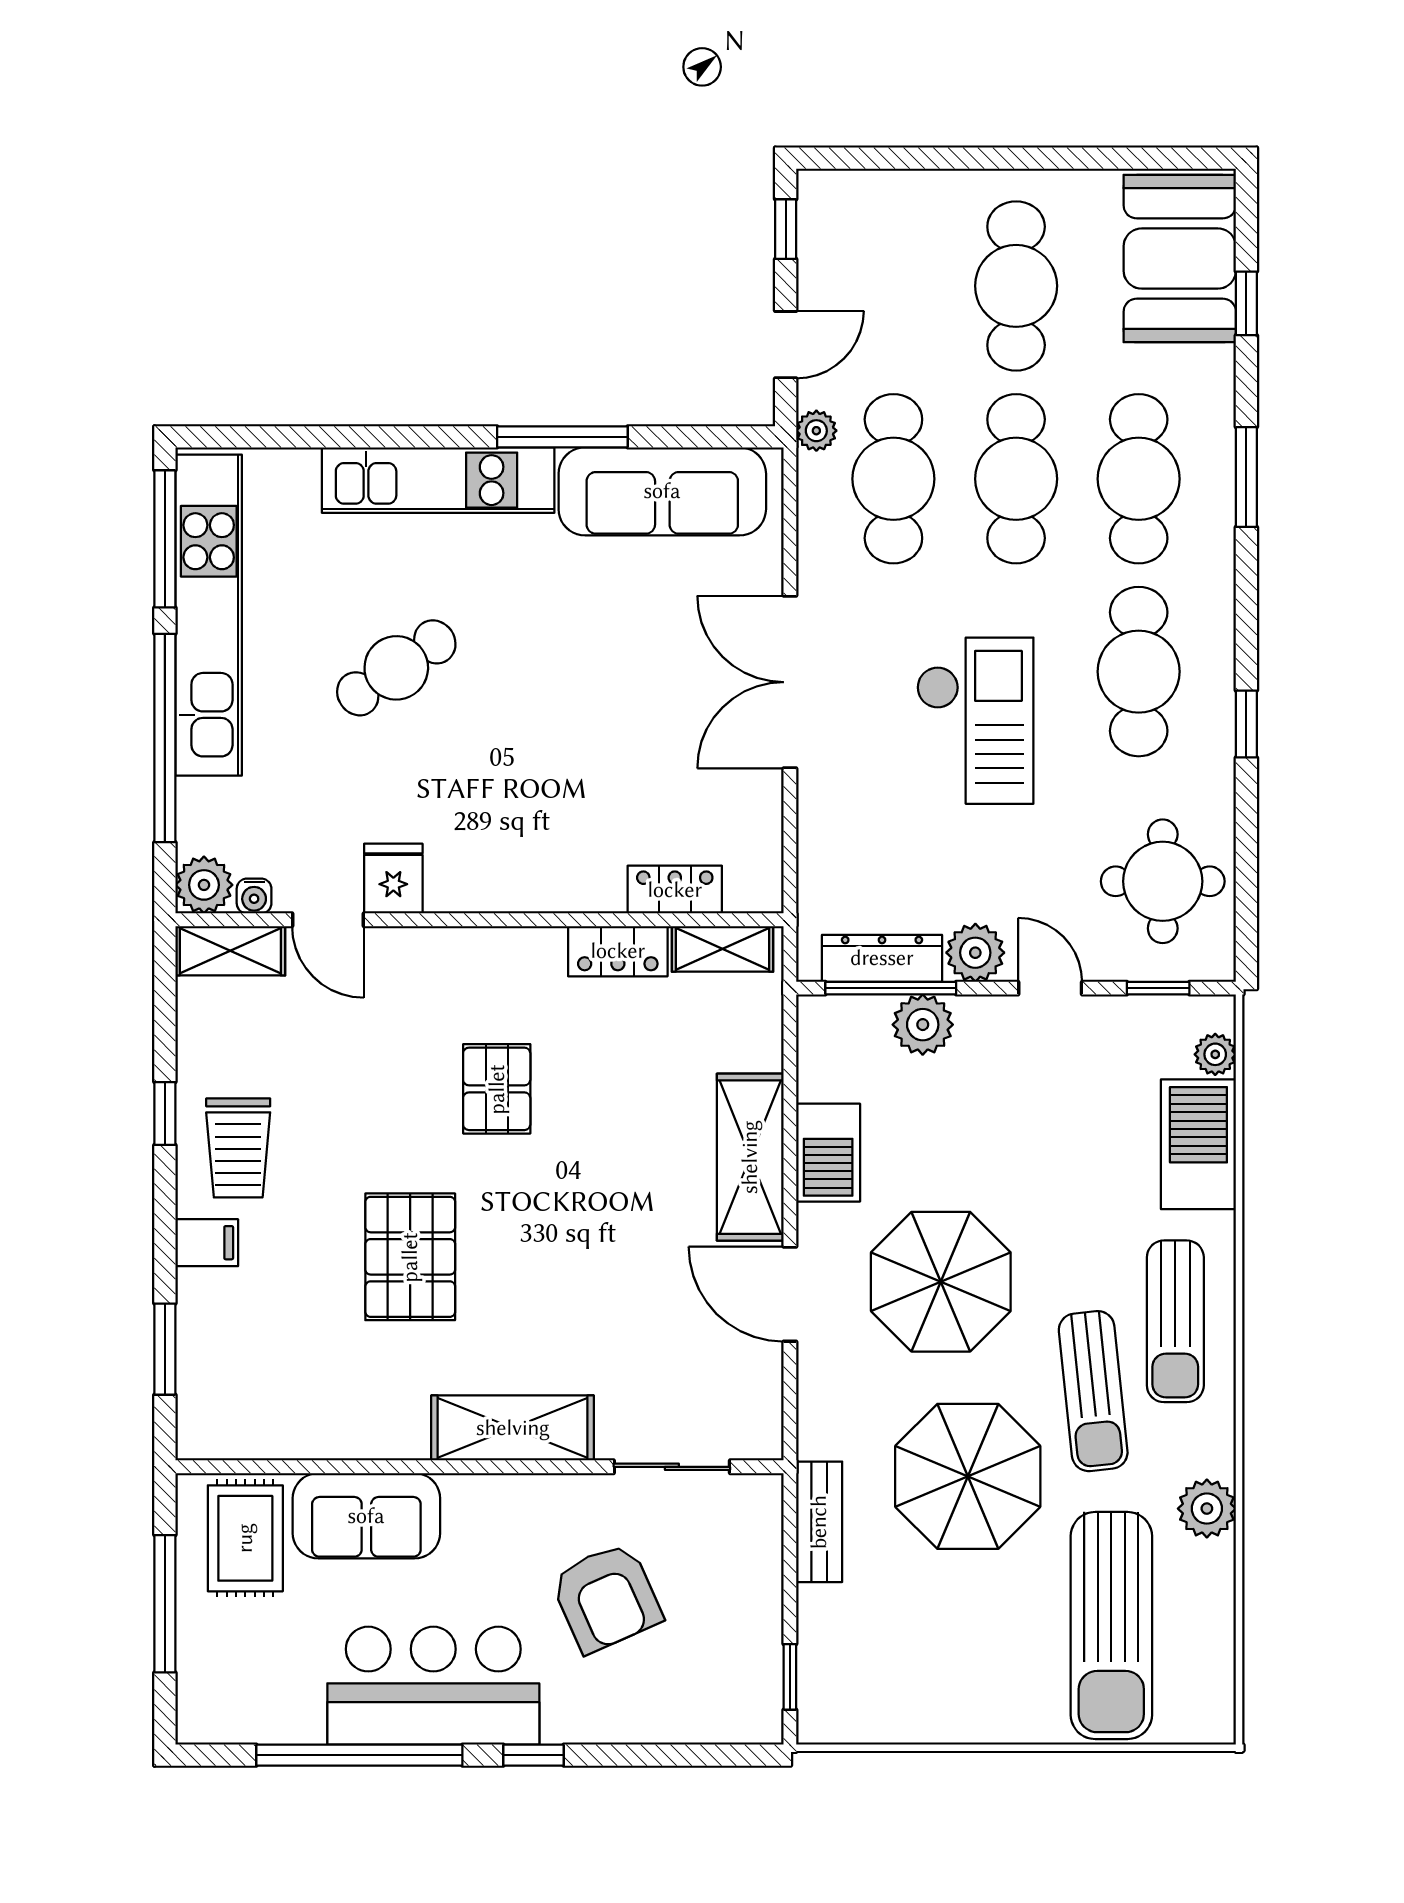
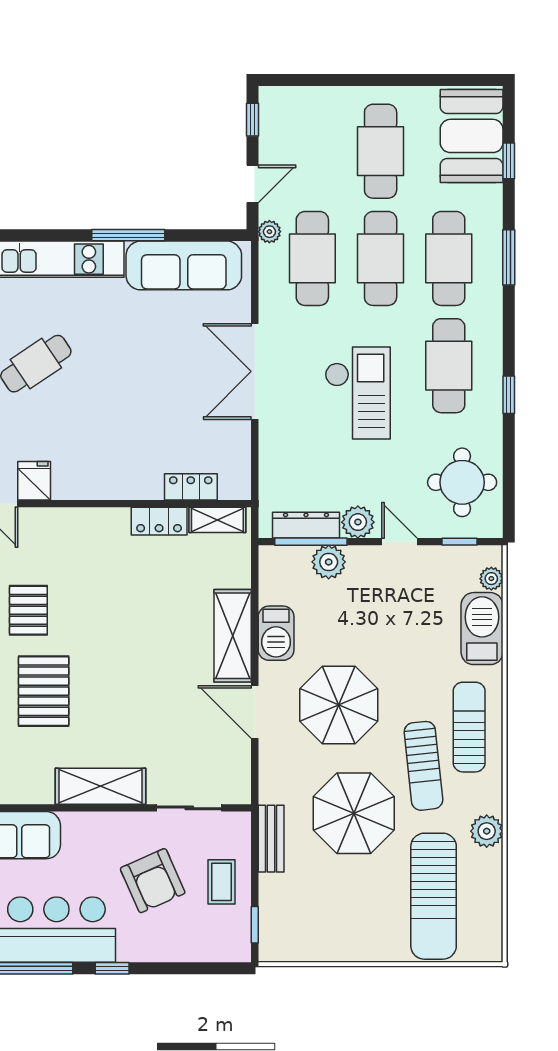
pallet: (497, 1089) -> (28, 610), moved
sun lounger: (1175, 1321) -> (469, 727), turned 180
coffee table: (730, 1600) -> (221, 882), added

